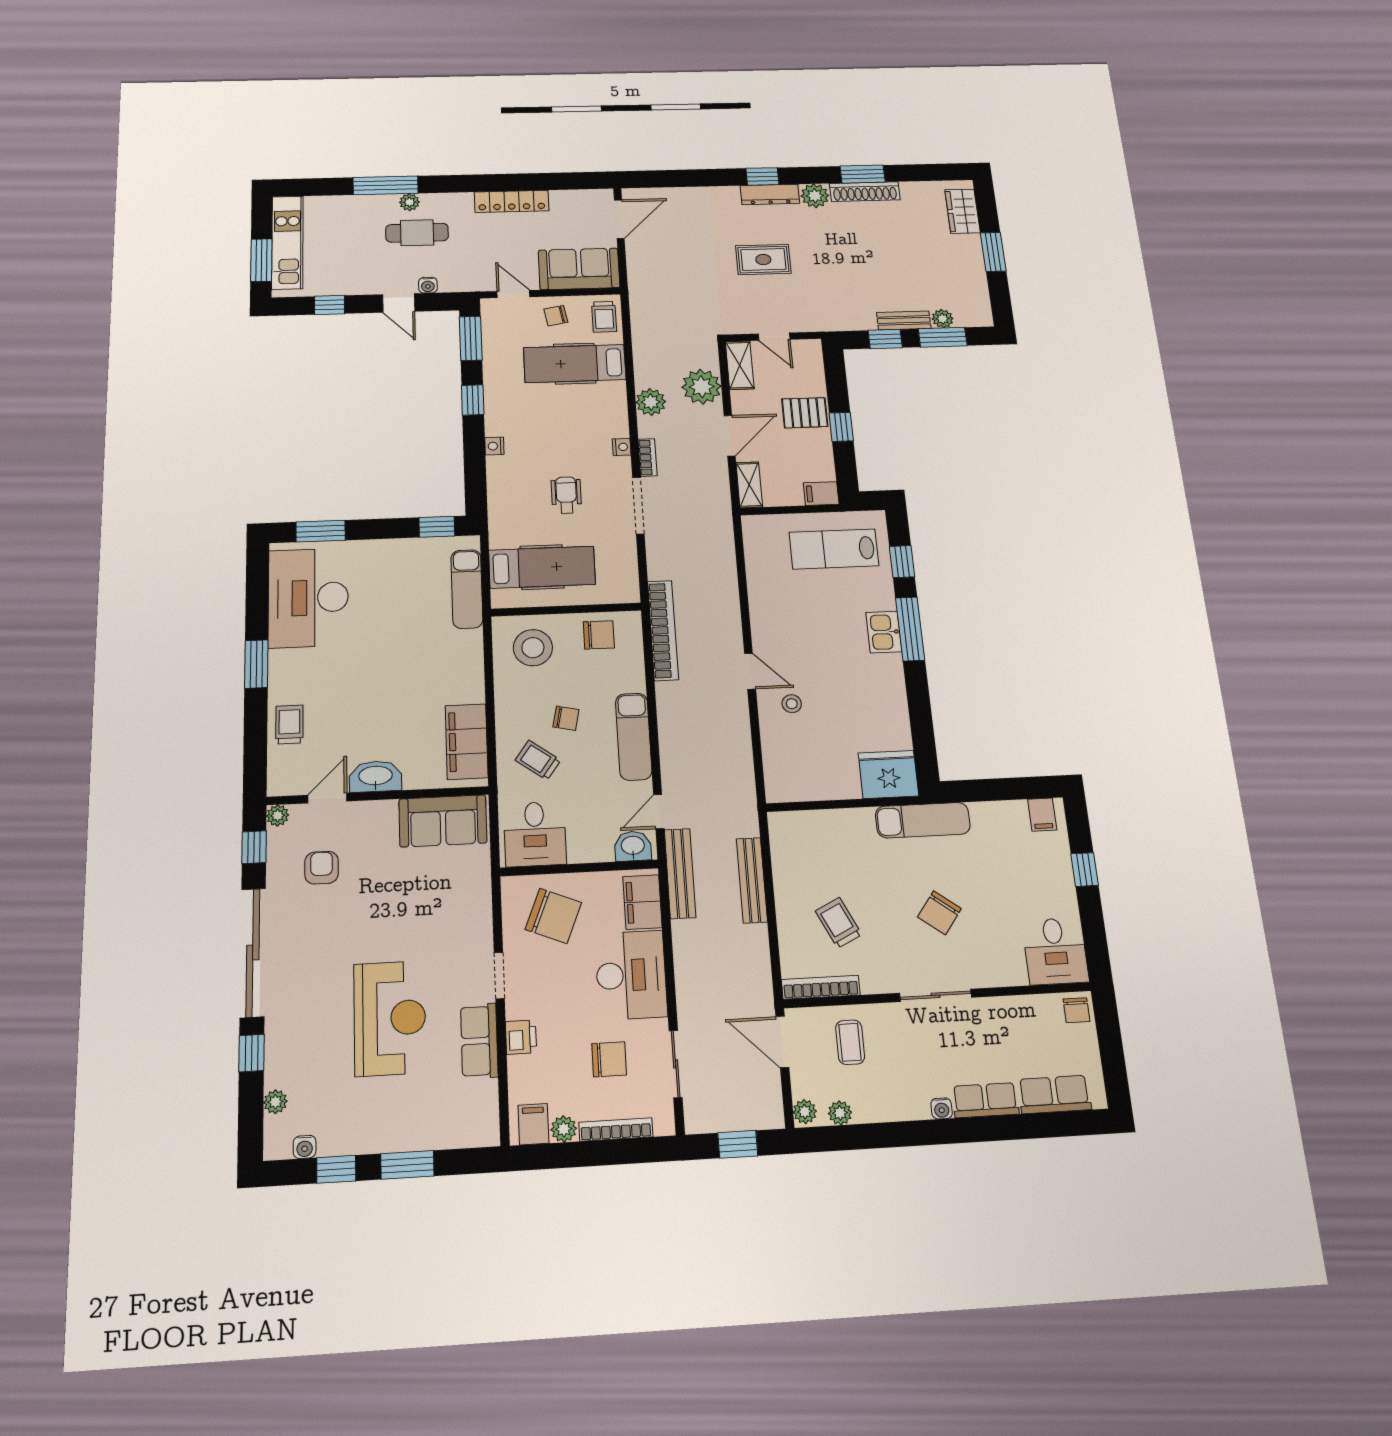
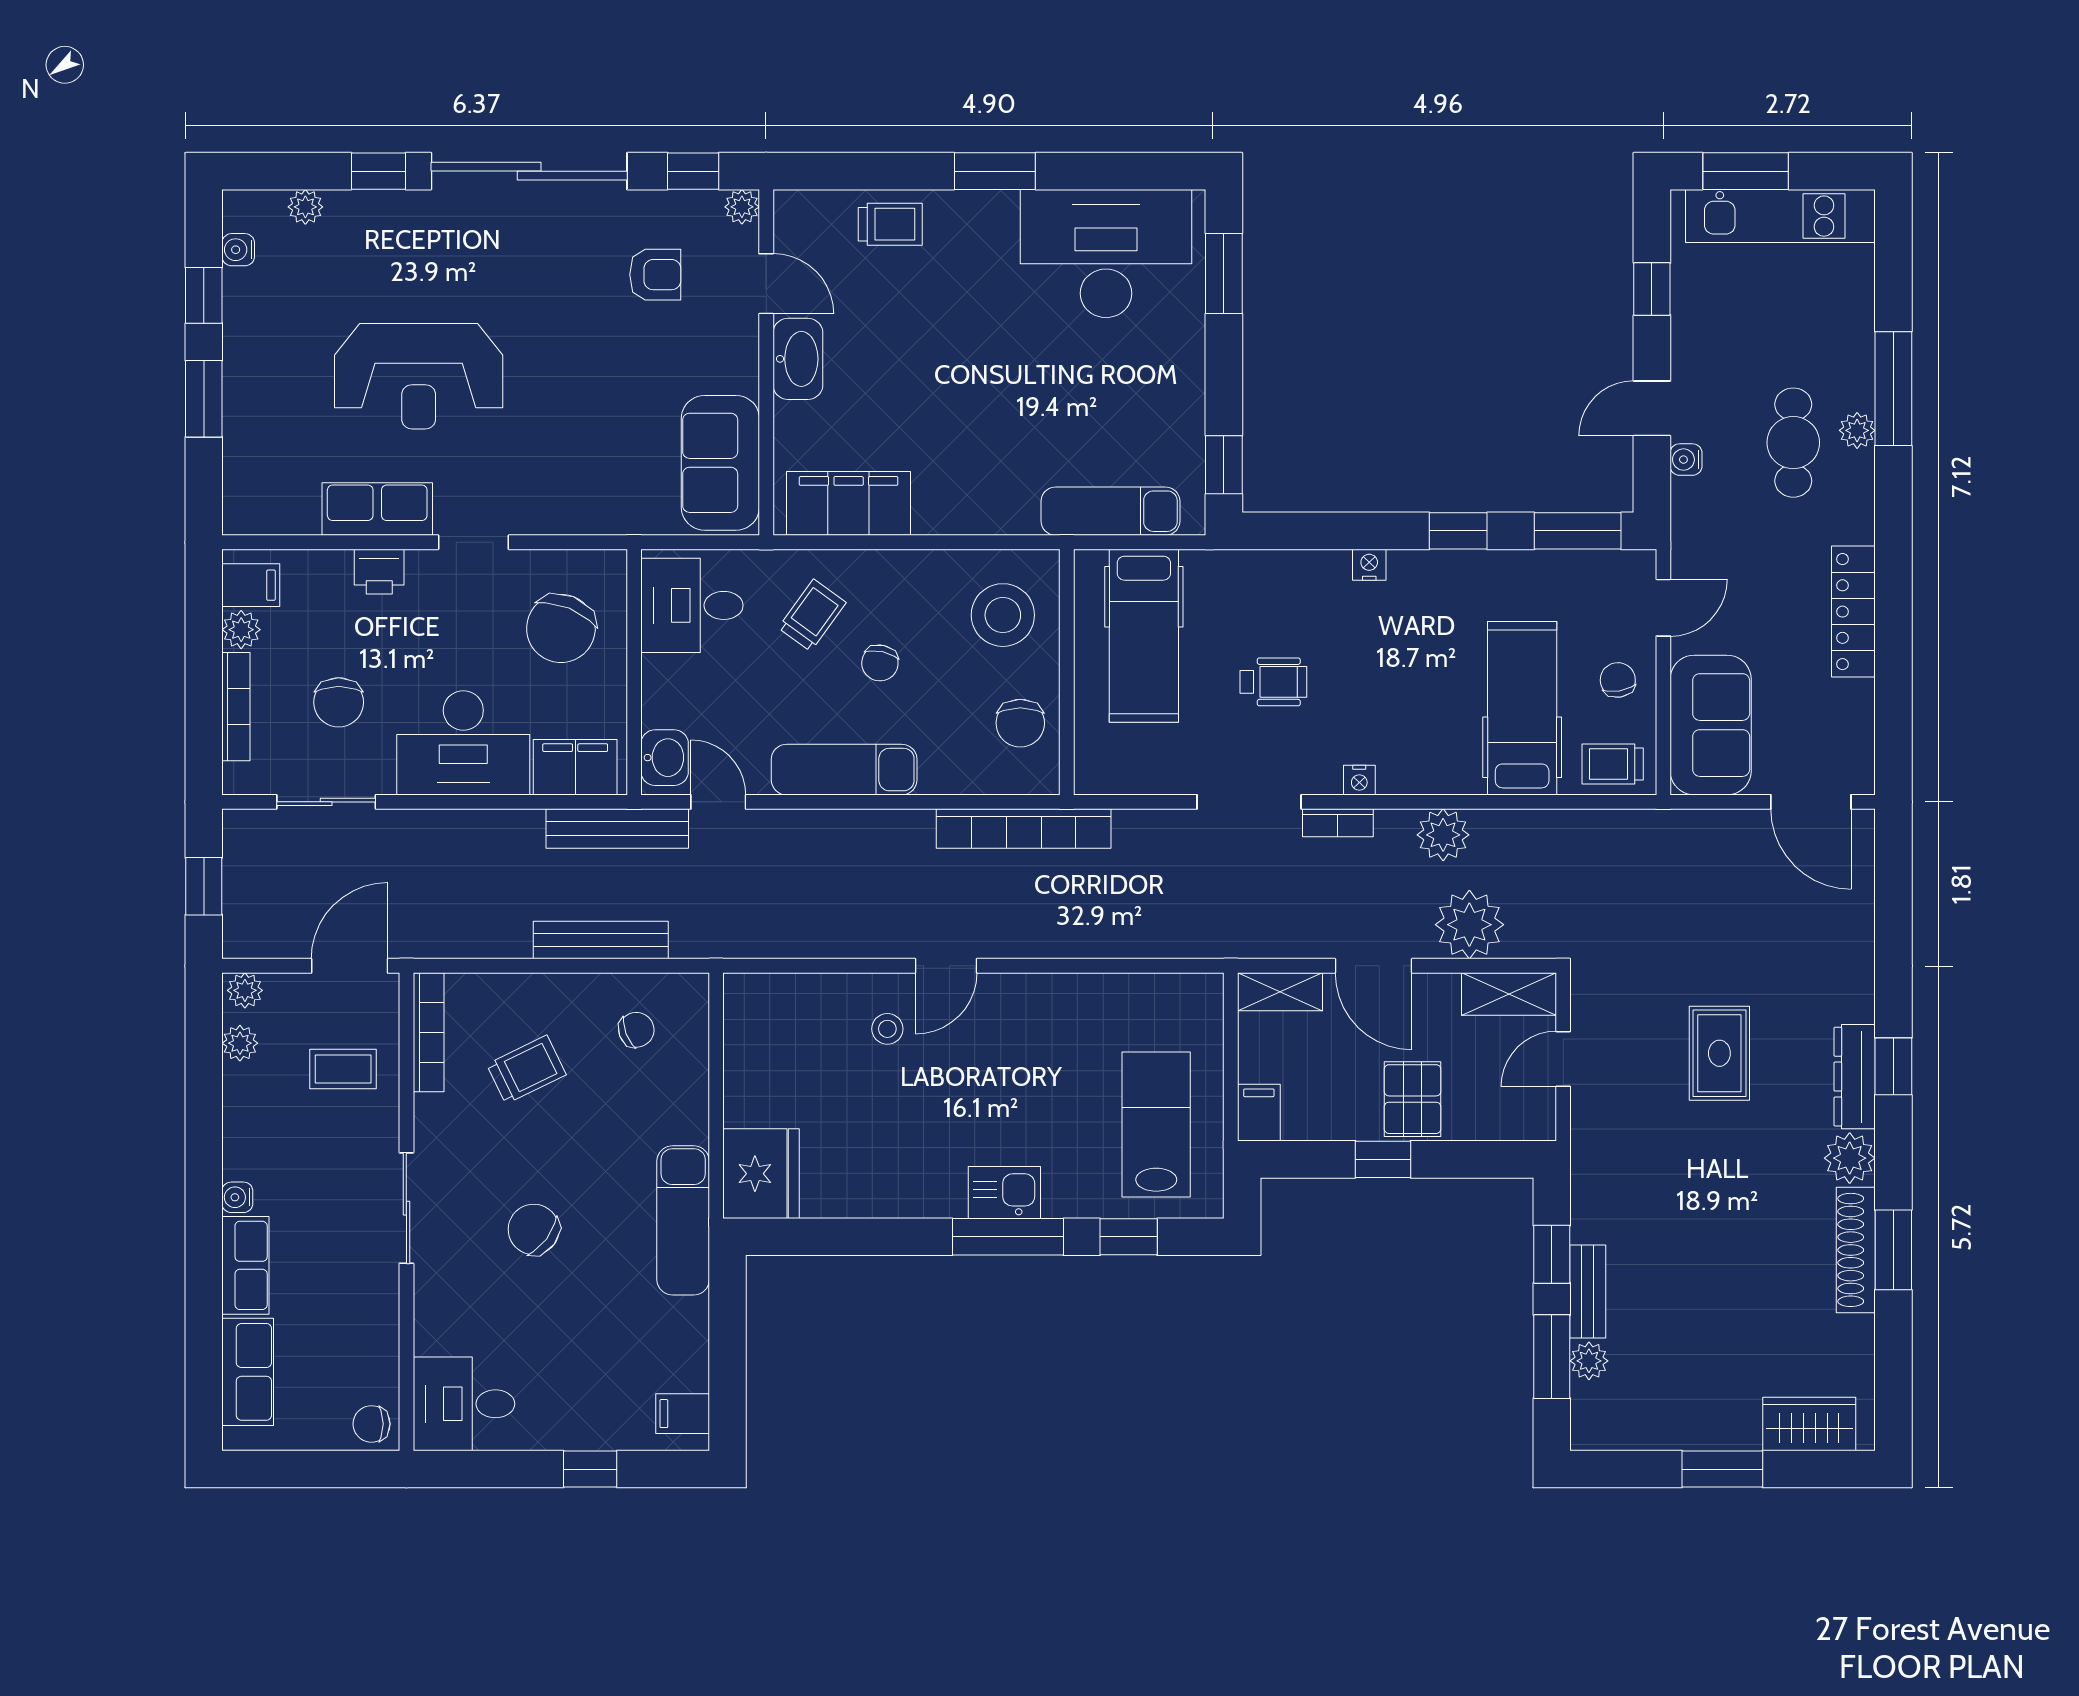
chair: (807, 855) -> (636, 1030), added

